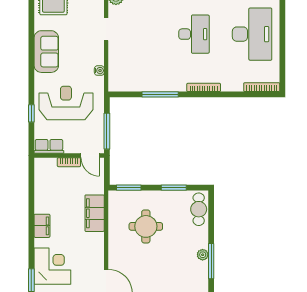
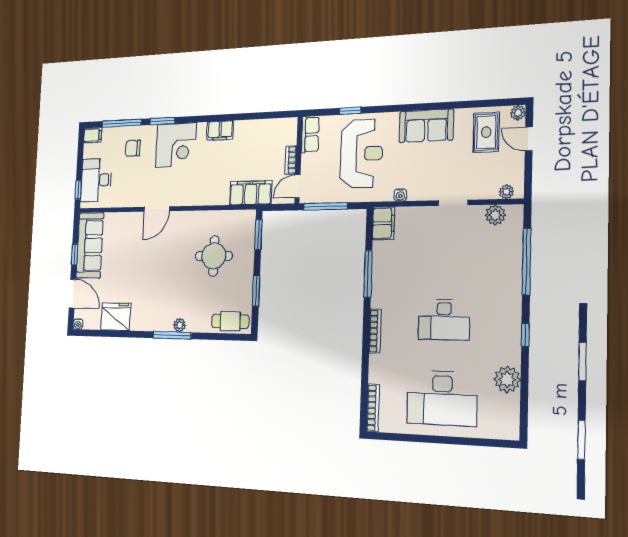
filing cabinet: (121, 83) -> (384, 223), added
filing cabinet: (95, 213) -> (251, 193), moved

